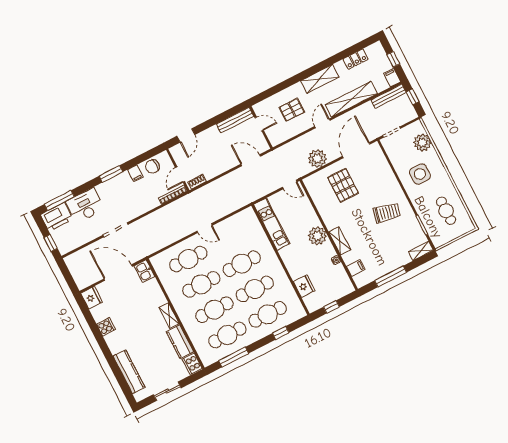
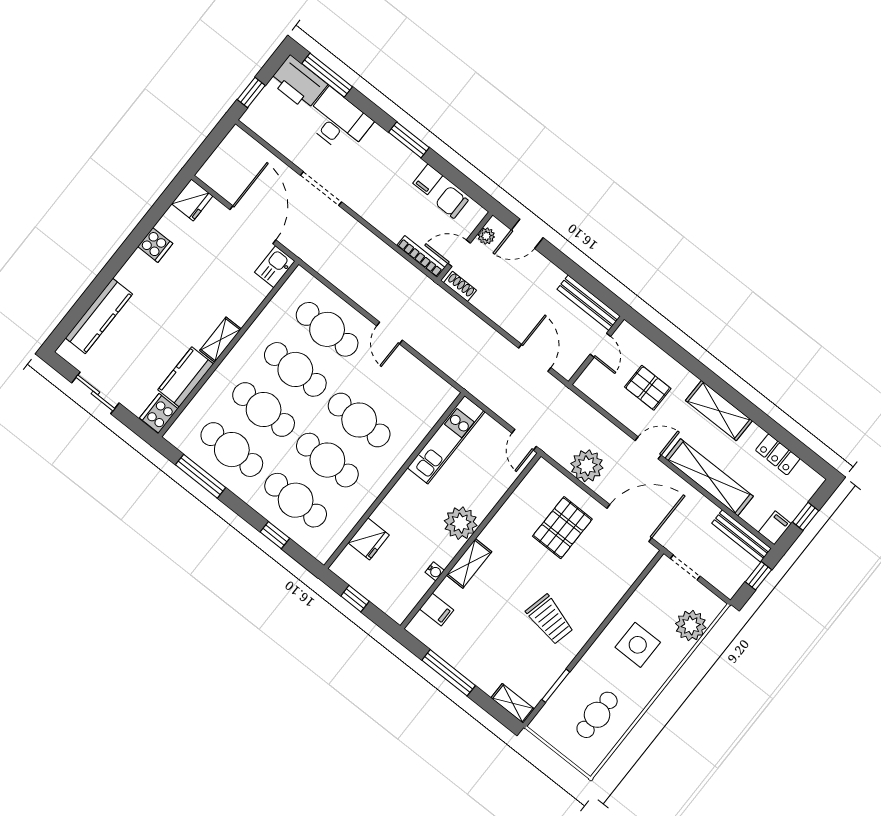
plant: (178, 157) -> (486, 236), added

